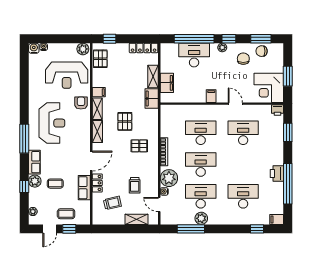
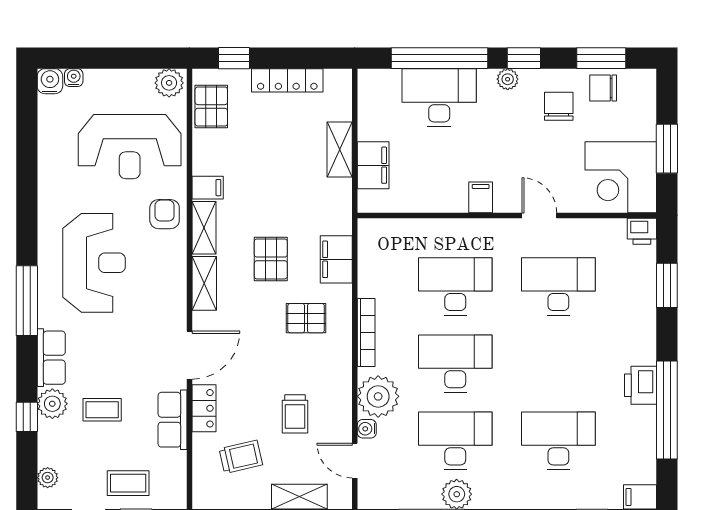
locker: (144, 48) -> (287, 80), moved
filing cabinet: (152, 98) -> (336, 259), moved

